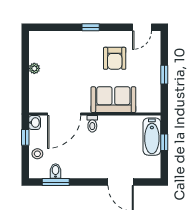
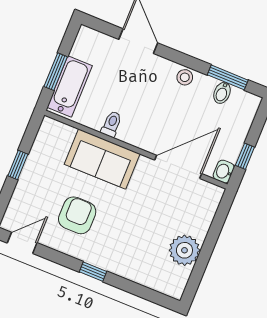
plant: (34, 68) -> (184, 250), width x1.87, depth x1.87
toilet: (92, 124) -> (111, 124), moved
window: (164, 142) -> (56, 72), width x1.50
stool: (37, 154) -> (185, 77), moved

